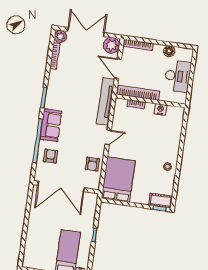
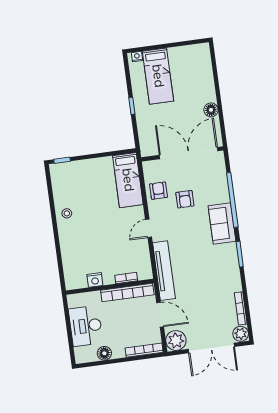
armchair: (51, 156) -> (185, 199), moved
bed: (118, 180) -> (128, 180), width x0.67
cot: (161, 201) -> (64, 170), removed
floor lamp: (35, 215) -> (211, 110), added

